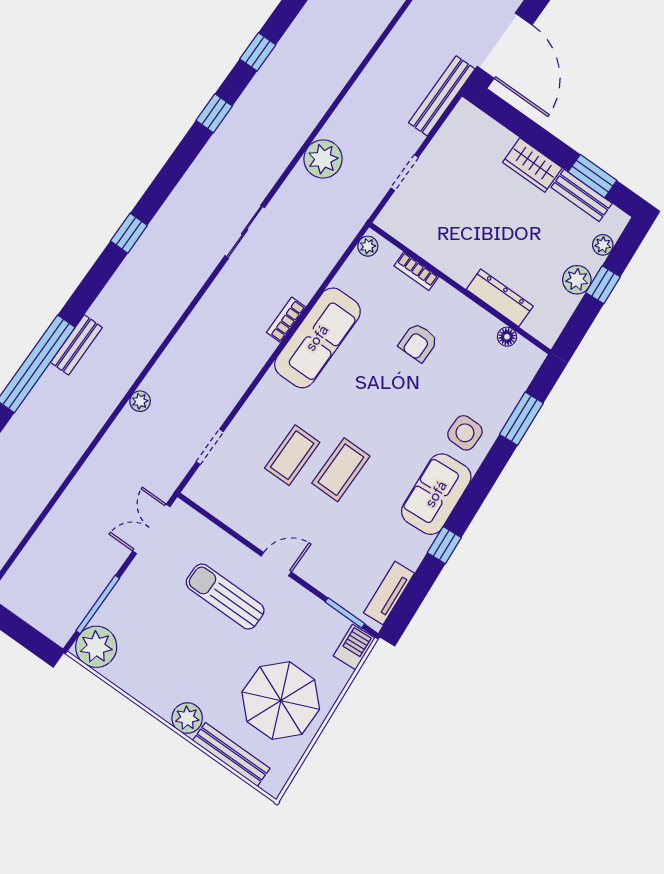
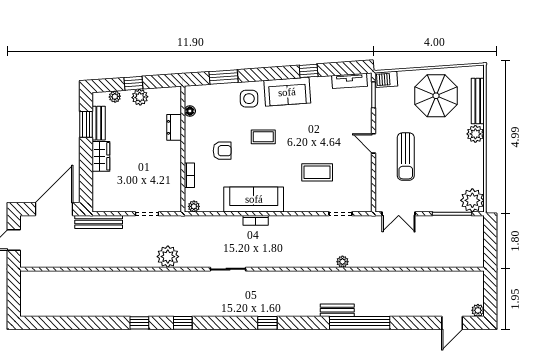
dresser: (500, 298) -> (174, 127), width x0.70
coffee table: (341, 470) -> (263, 137), moved, width x0.73, depth x0.77

